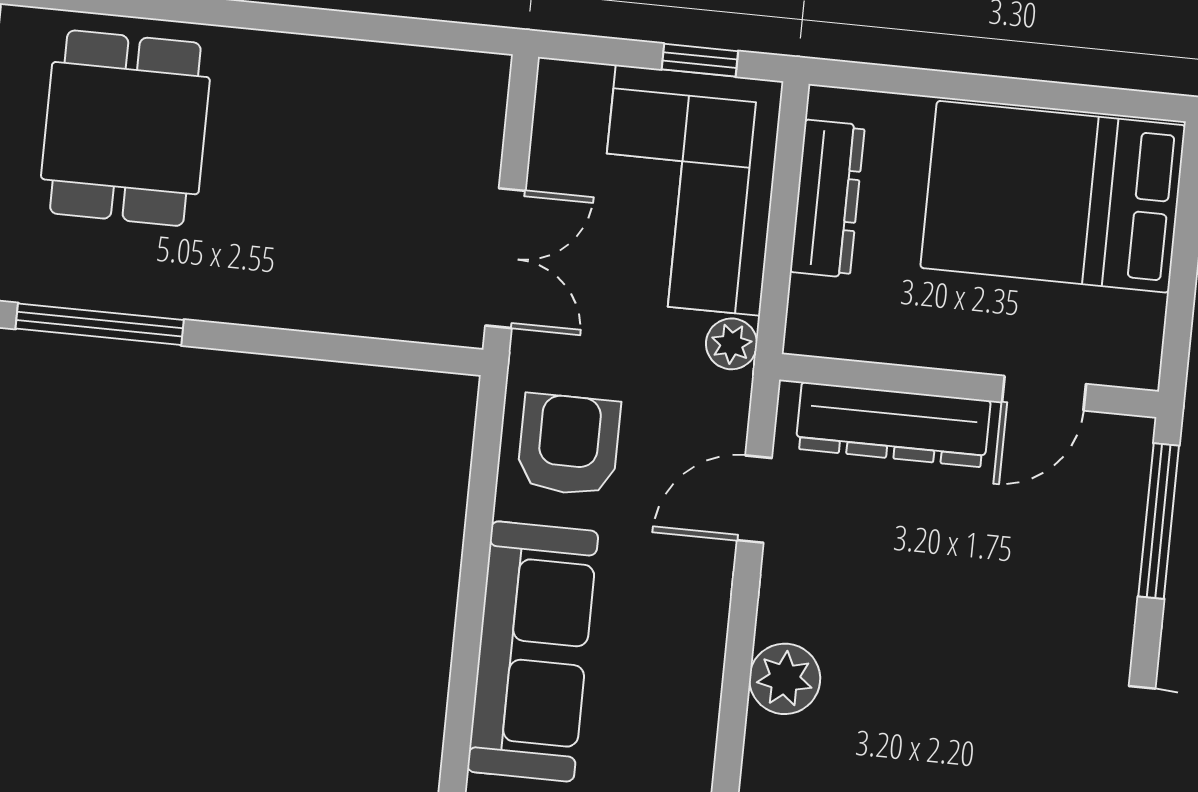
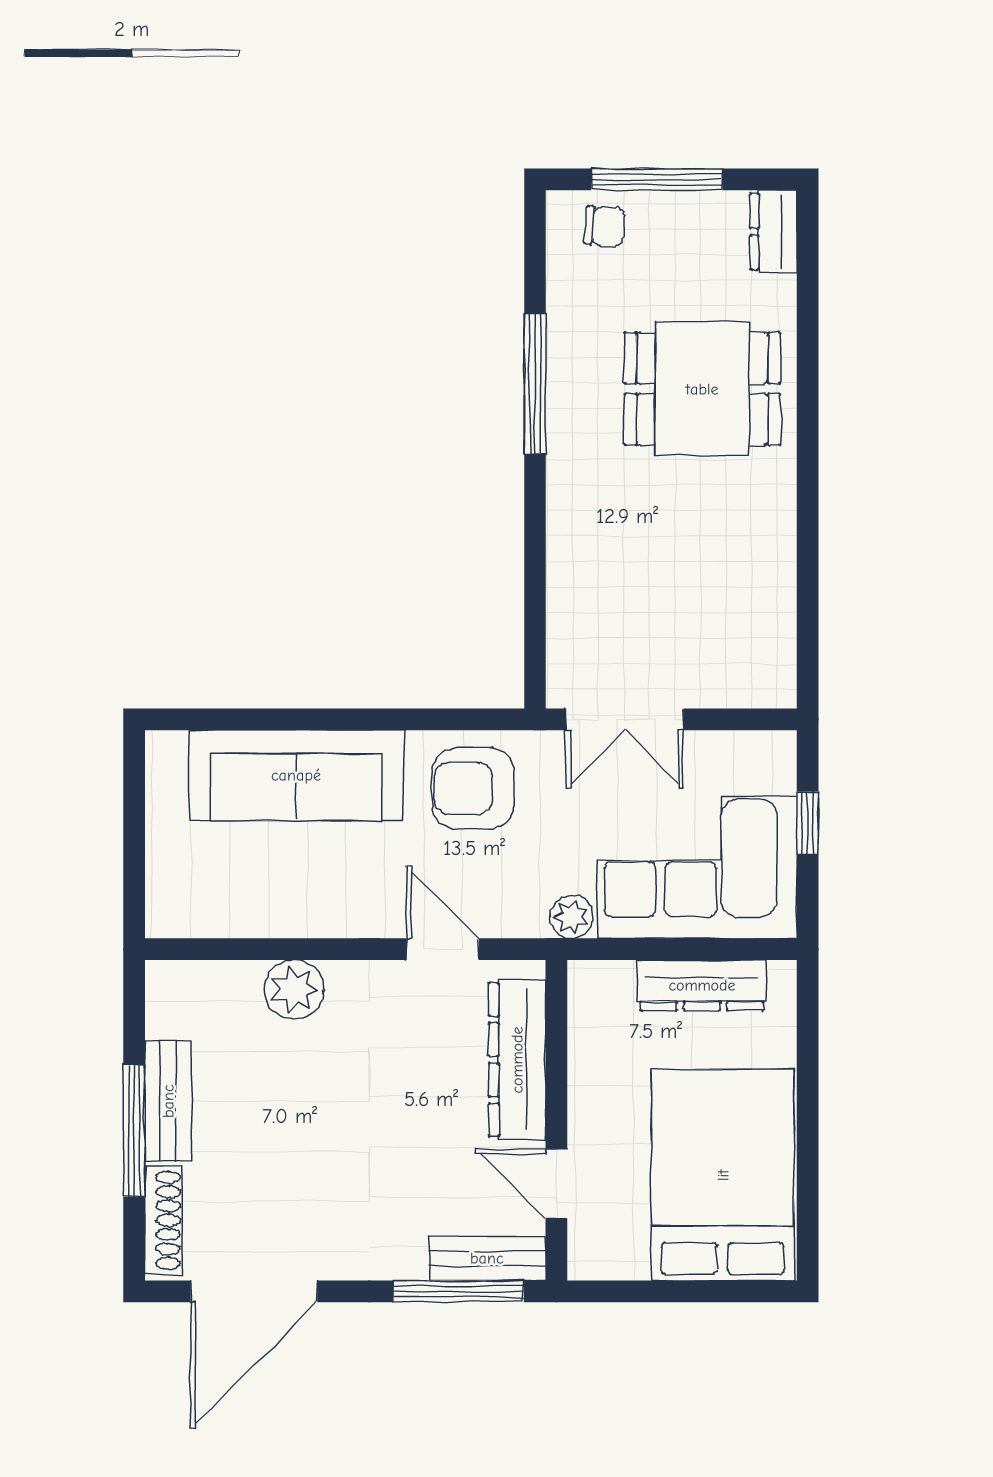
window: (700, 60) -> (808, 823), moved
armchair: (569, 445) -> (473, 788), turned 180
bench: (1123, 483) -> (487, 1258), added

